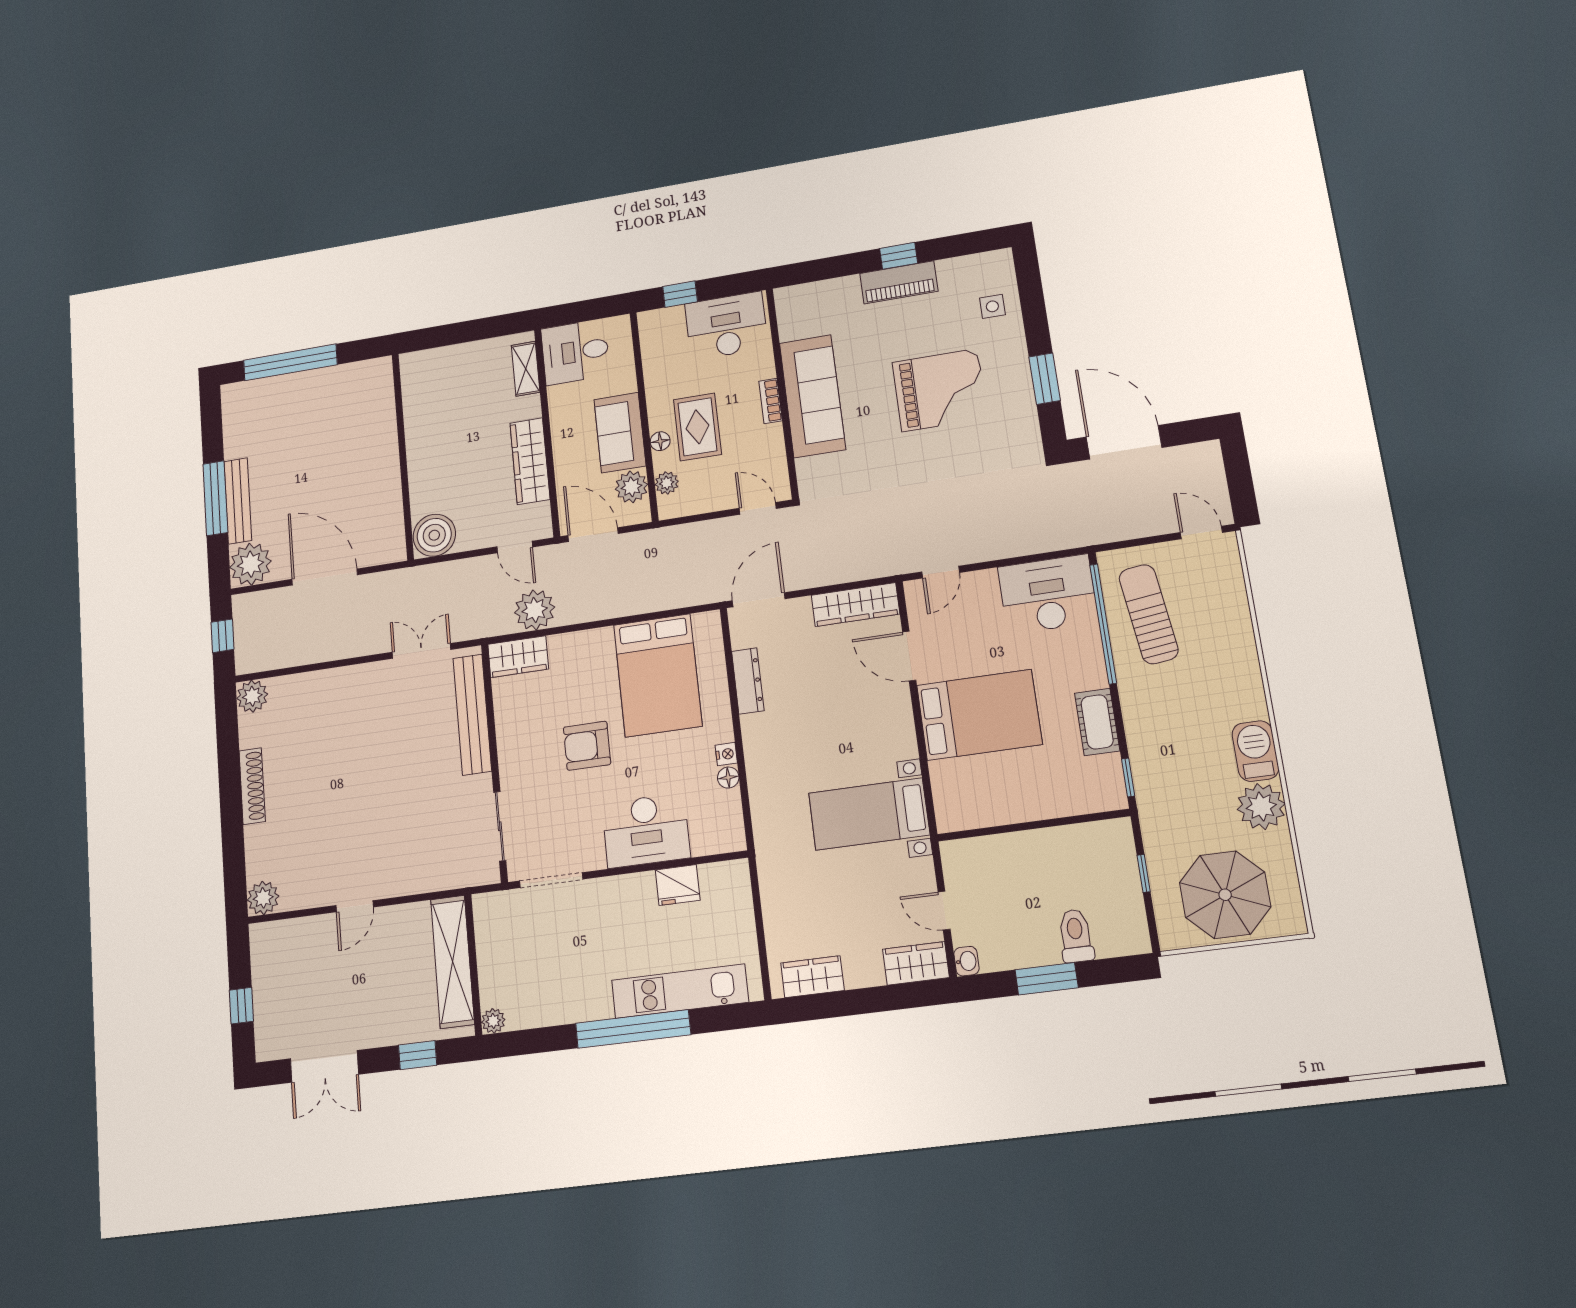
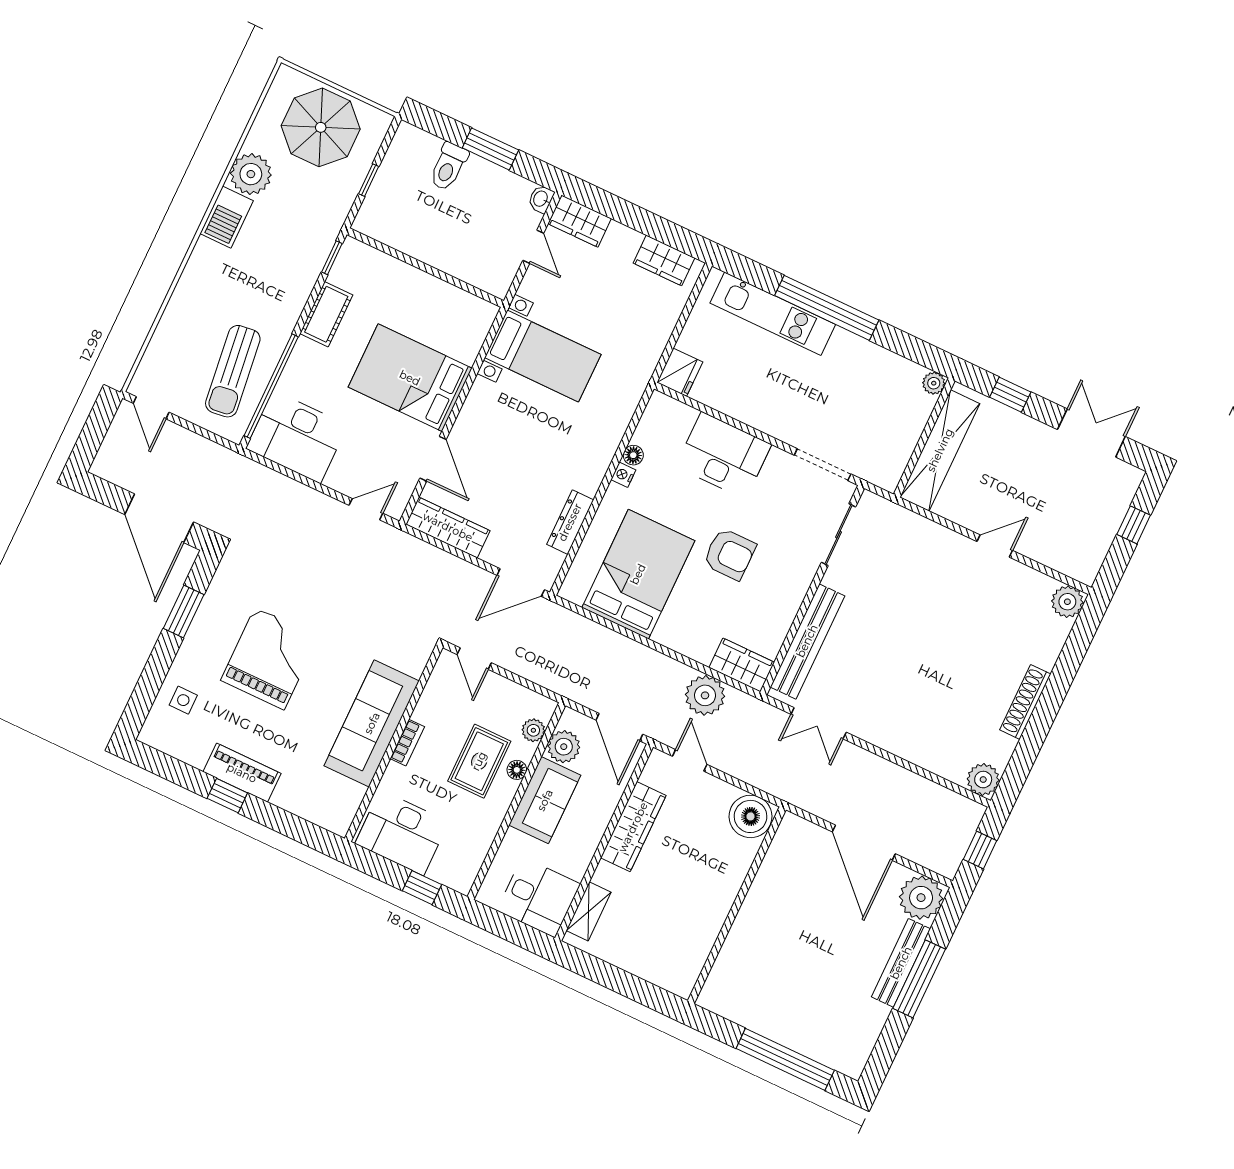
grand piano: (940, 390) -> (270, 659), turned 90
fridge: (678, 885) -> (680, 372), moved, turned 90

